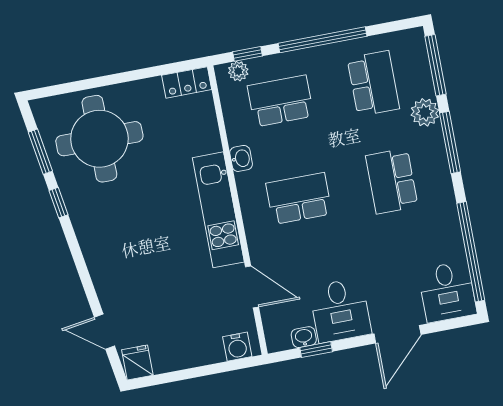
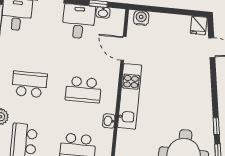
school desk: (392, 181) -> (29, 84), turned -90

